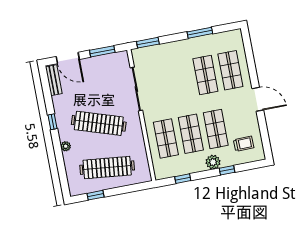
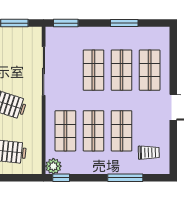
shop shelf: (181, 80) -> (93, 70), added
plant: (213, 162) -> (53, 166), moved
window: (227, 170) -> (125, 178), width x2.17
window: (183, 179) -> (61, 178), moved

